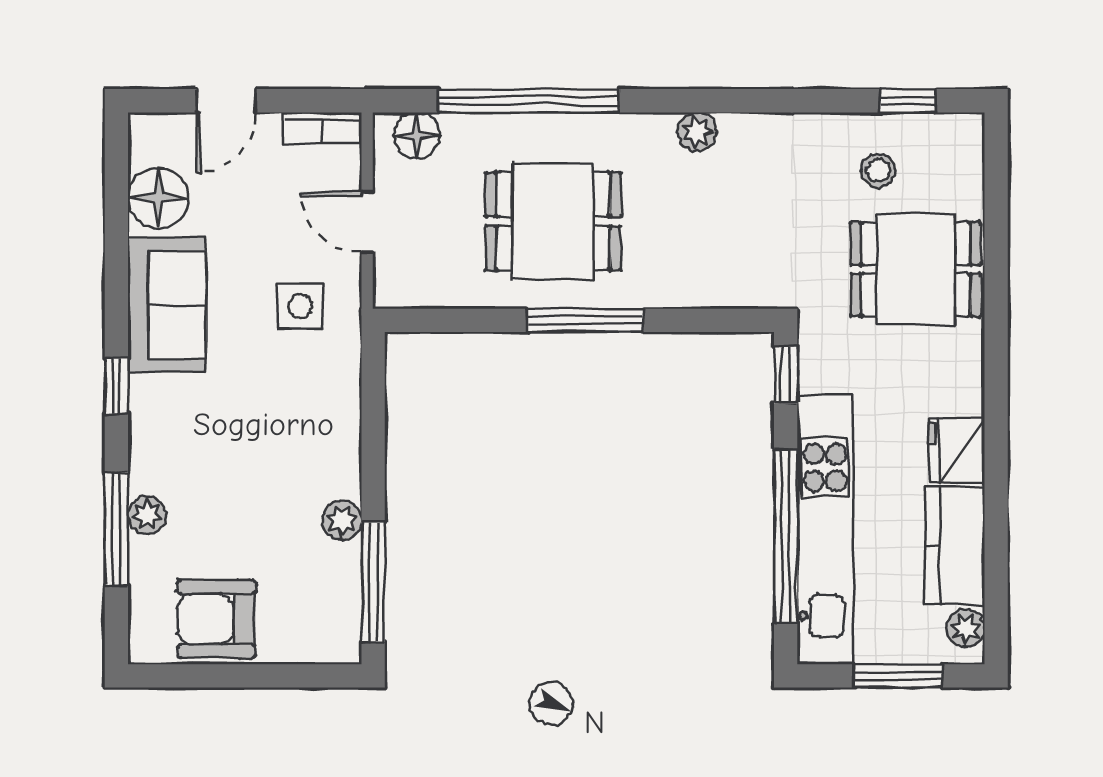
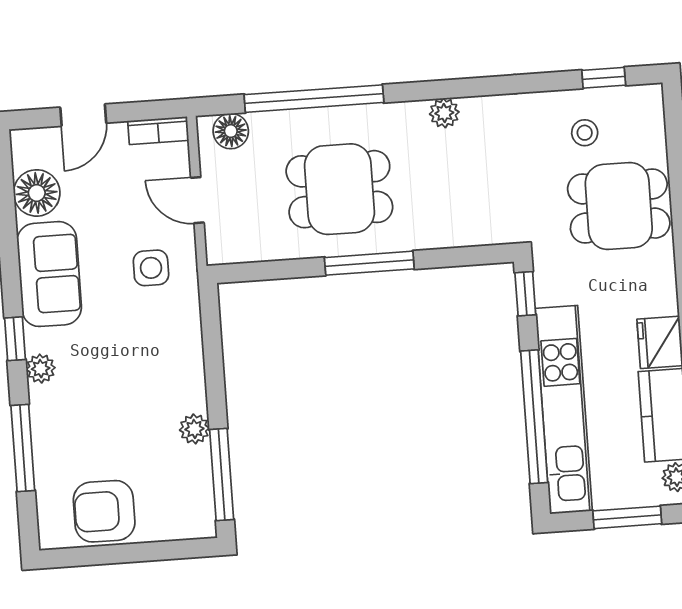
plant: (147, 515) -> (41, 369), moved

